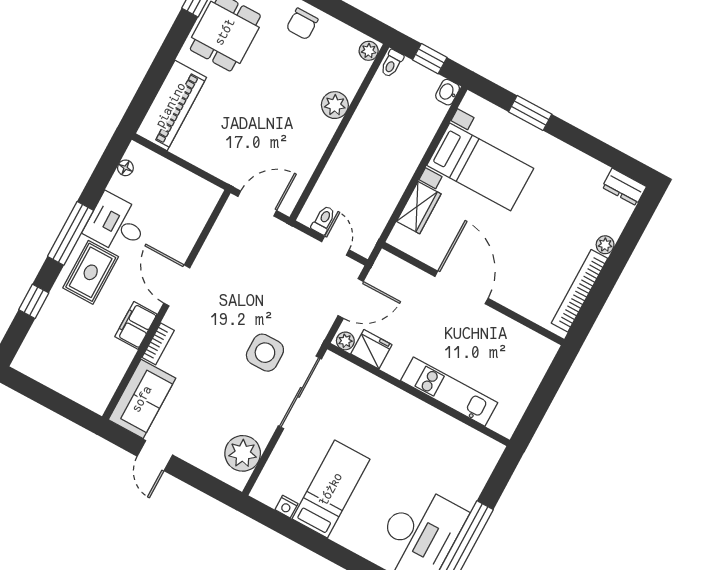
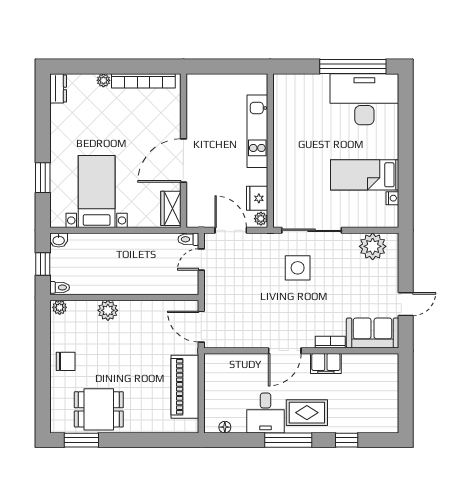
piano: (171, 105) -> (185, 387), moved, turned -90
wardrobe: (419, 208) -> (171, 208), moved, turned -90
toilet: (324, 220) -> (188, 239), moved

